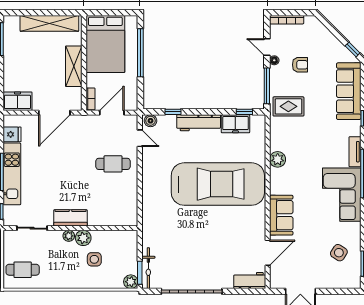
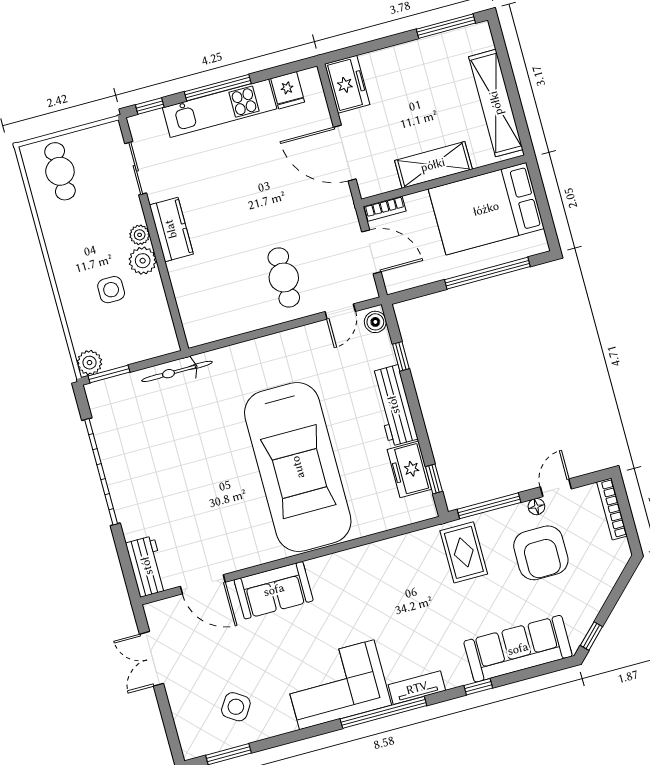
armchair: (300, 65) -> (541, 553), width x1.88, depth x1.88
plant: (278, 159) -> (368, 558), removed
bicycle: (148, 268) -> (177, 371), moved

